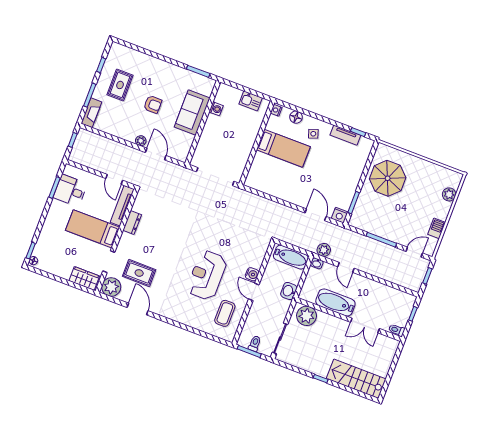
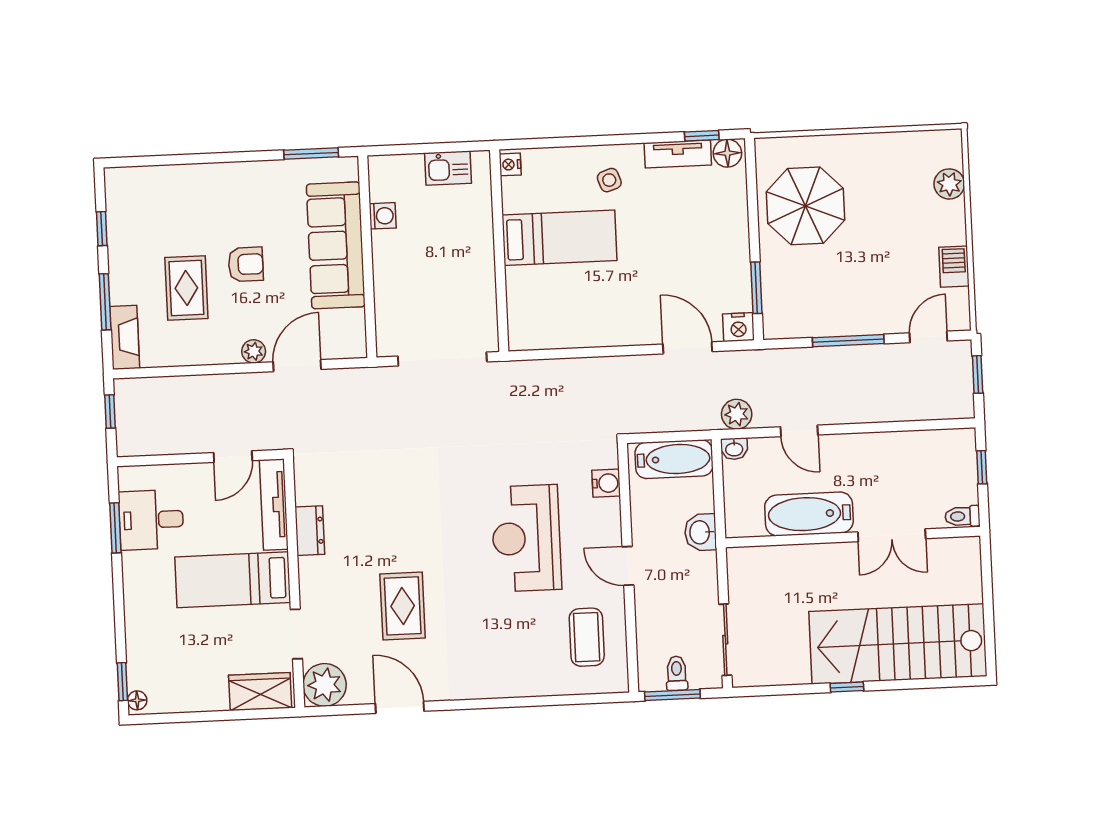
rug: (120, 85) -> (186, 288), moved
sofa: (192, 112) -> (336, 245), width x1.36
floor lamp: (296, 117) -> (727, 153), moved
door: (156, 154) -> (297, 366), hinge flipped
door: (114, 179) -> (233, 457), hinge flipped
rug: (139, 273) -> (403, 606), moved, turned 90
water cooler: (252, 274) -> (606, 483), moved
reception desk: (207, 275) -> (526, 538), moved
plant: (307, 316) -> (760, 568), removed
stairs: (356, 379) -> (898, 644), width x1.36, depth x1.51

